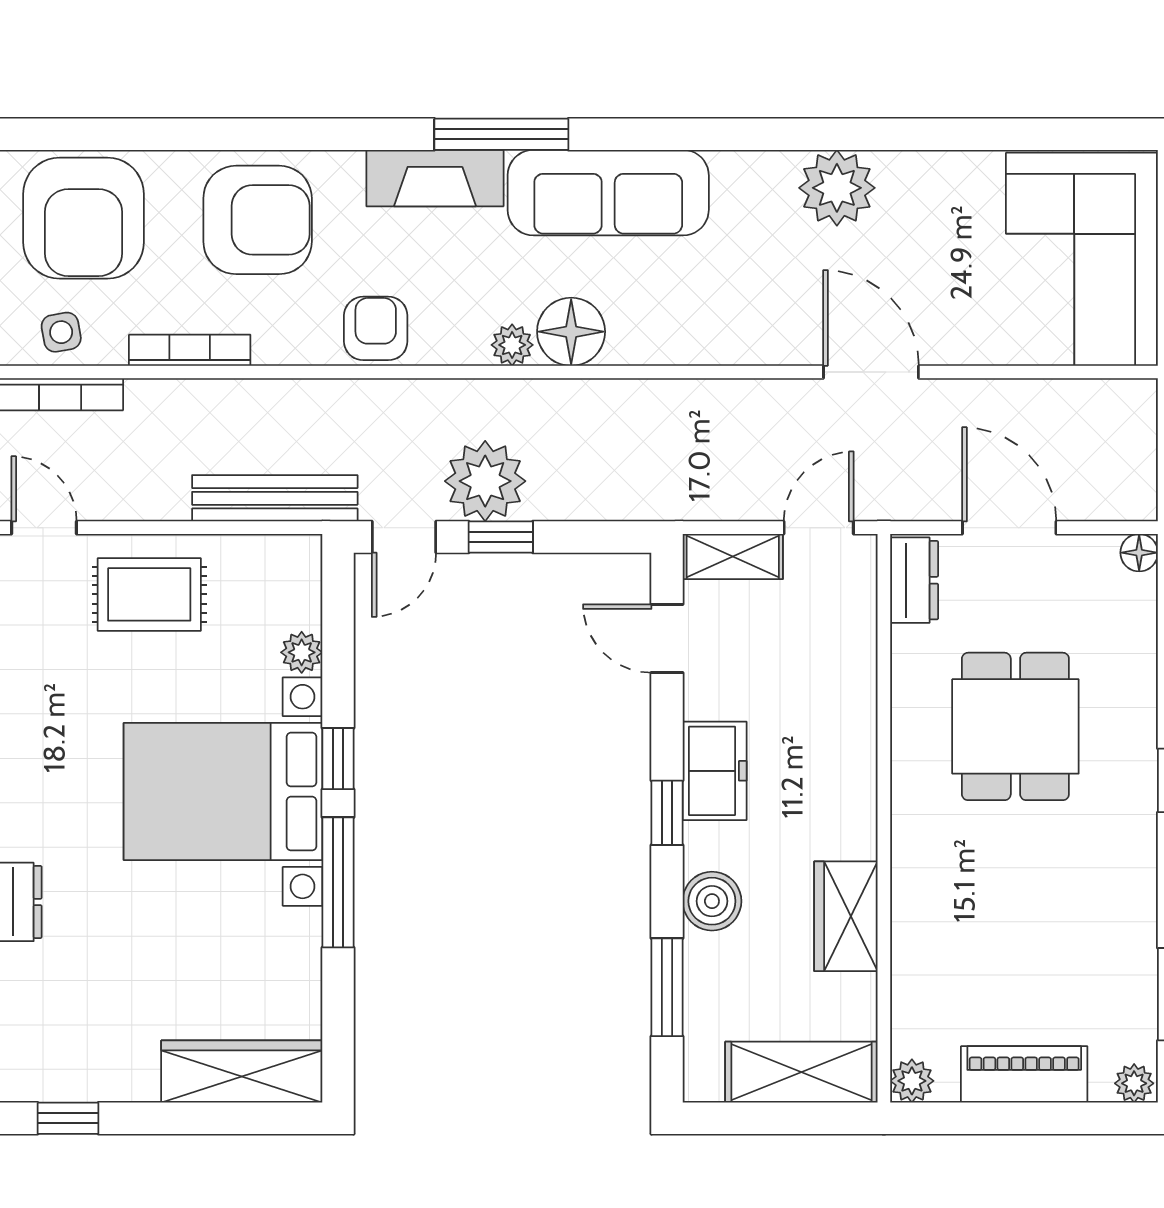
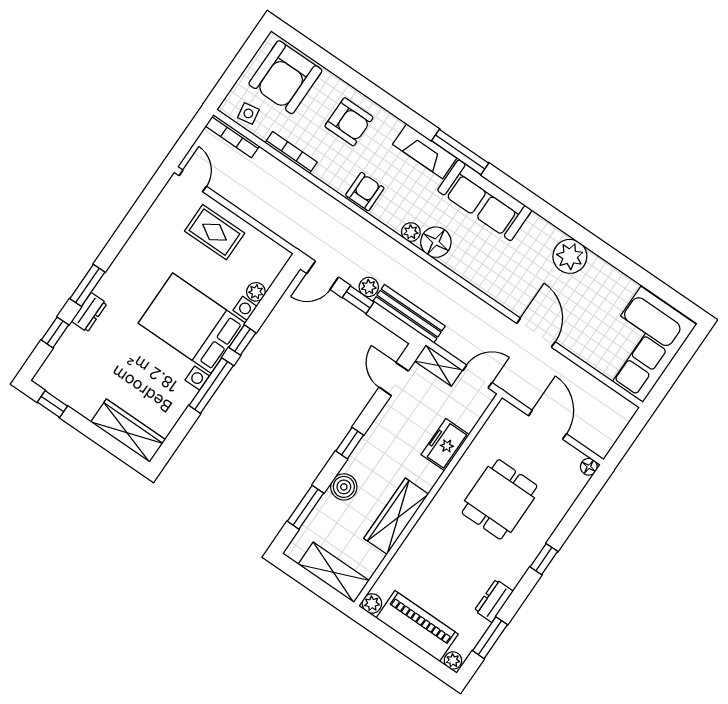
armchair: (258, 220) -> (349, 122), width x0.73, depth x0.73
plant: (485, 481) -> (369, 287), width x0.53, depth x0.53
bench: (275, 498) -> (409, 314), moved
dresser: (914, 580) -> (494, 601), moved, turned 180
freezer: (715, 771) -> (445, 445), moved, turned 180
wardrobe: (846, 916) -> (396, 516), width x1.50
piano: (1024, 1074) -> (417, 626), width x1.37, depth x1.33

